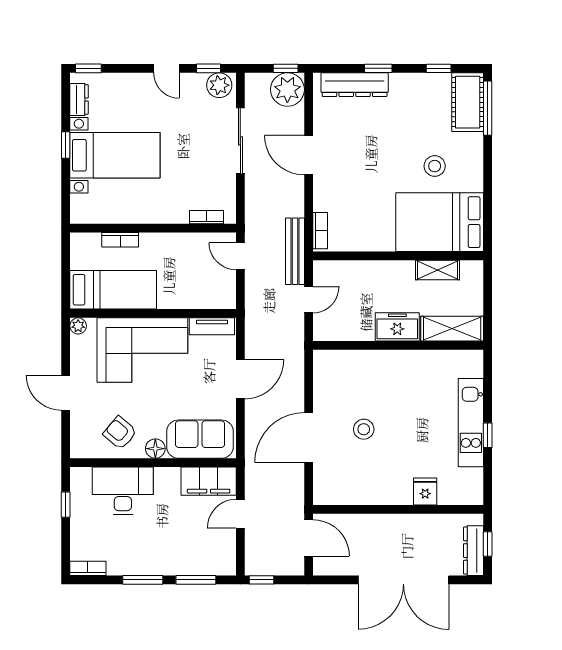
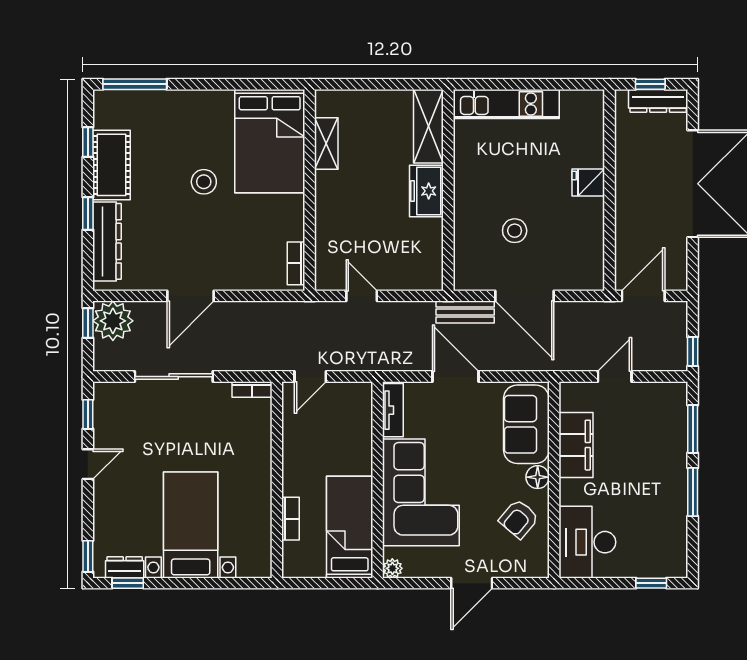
plant: (219, 85) -> (108, 402), removed
cot: (468, 102) -> (112, 165), moved, turned 90
window: (66, 145) -> (128, 583), moved
stool: (435, 166) -> (204, 182), moved
bookcase: (206, 217) -> (252, 390), moved, turned -90
bookcase: (320, 231) -> (296, 263), moved, turned -90
bench: (295, 251) -> (465, 312), moved, width x0.73
freezer: (397, 327) -> (426, 191), moved
shelving: (452, 329) -> (428, 126), moved
wall: (398, 345) -> (448, 190), moved
window: (488, 435) -> (522, 84), removed
filing cabinet: (209, 481) -> (576, 445), moved
desk: (123, 491) -> (587, 542), moved
fridge: (425, 492) -> (588, 183), moved
window: (66, 505) -> (651, 583), moved
door: (240, 514) -> (615, 377), swing flipped
bookcase: (88, 568) -> (679, 557), removed

